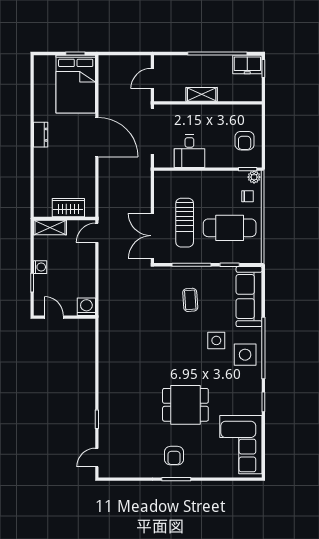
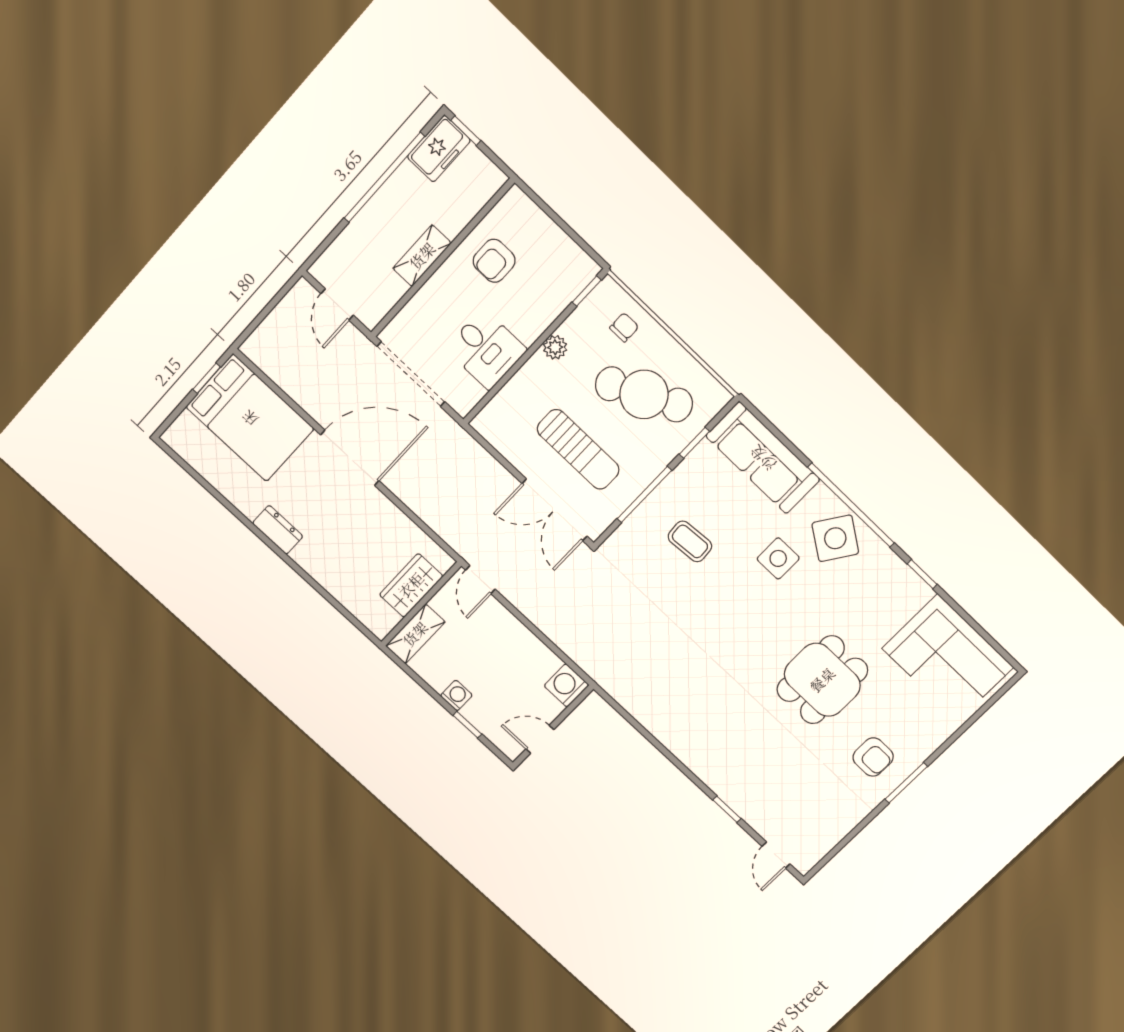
armchair: (245, 141) -> (494, 261), moved, turned 90
plant: (254, 177) -> (555, 347), moved
cafe table: (230, 228) -> (644, 394), turned 64
side table: (245, 355) -> (835, 538), turned 34

